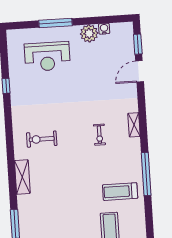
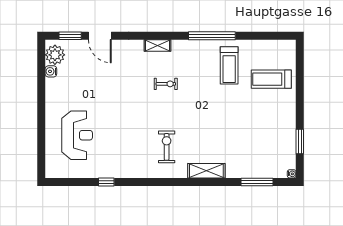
window: (56, 23) -> (41, 124), removed
plant: (89, 33) -> (55, 55), moved
exercise bike: (42, 139) -> (167, 147), turned 180

